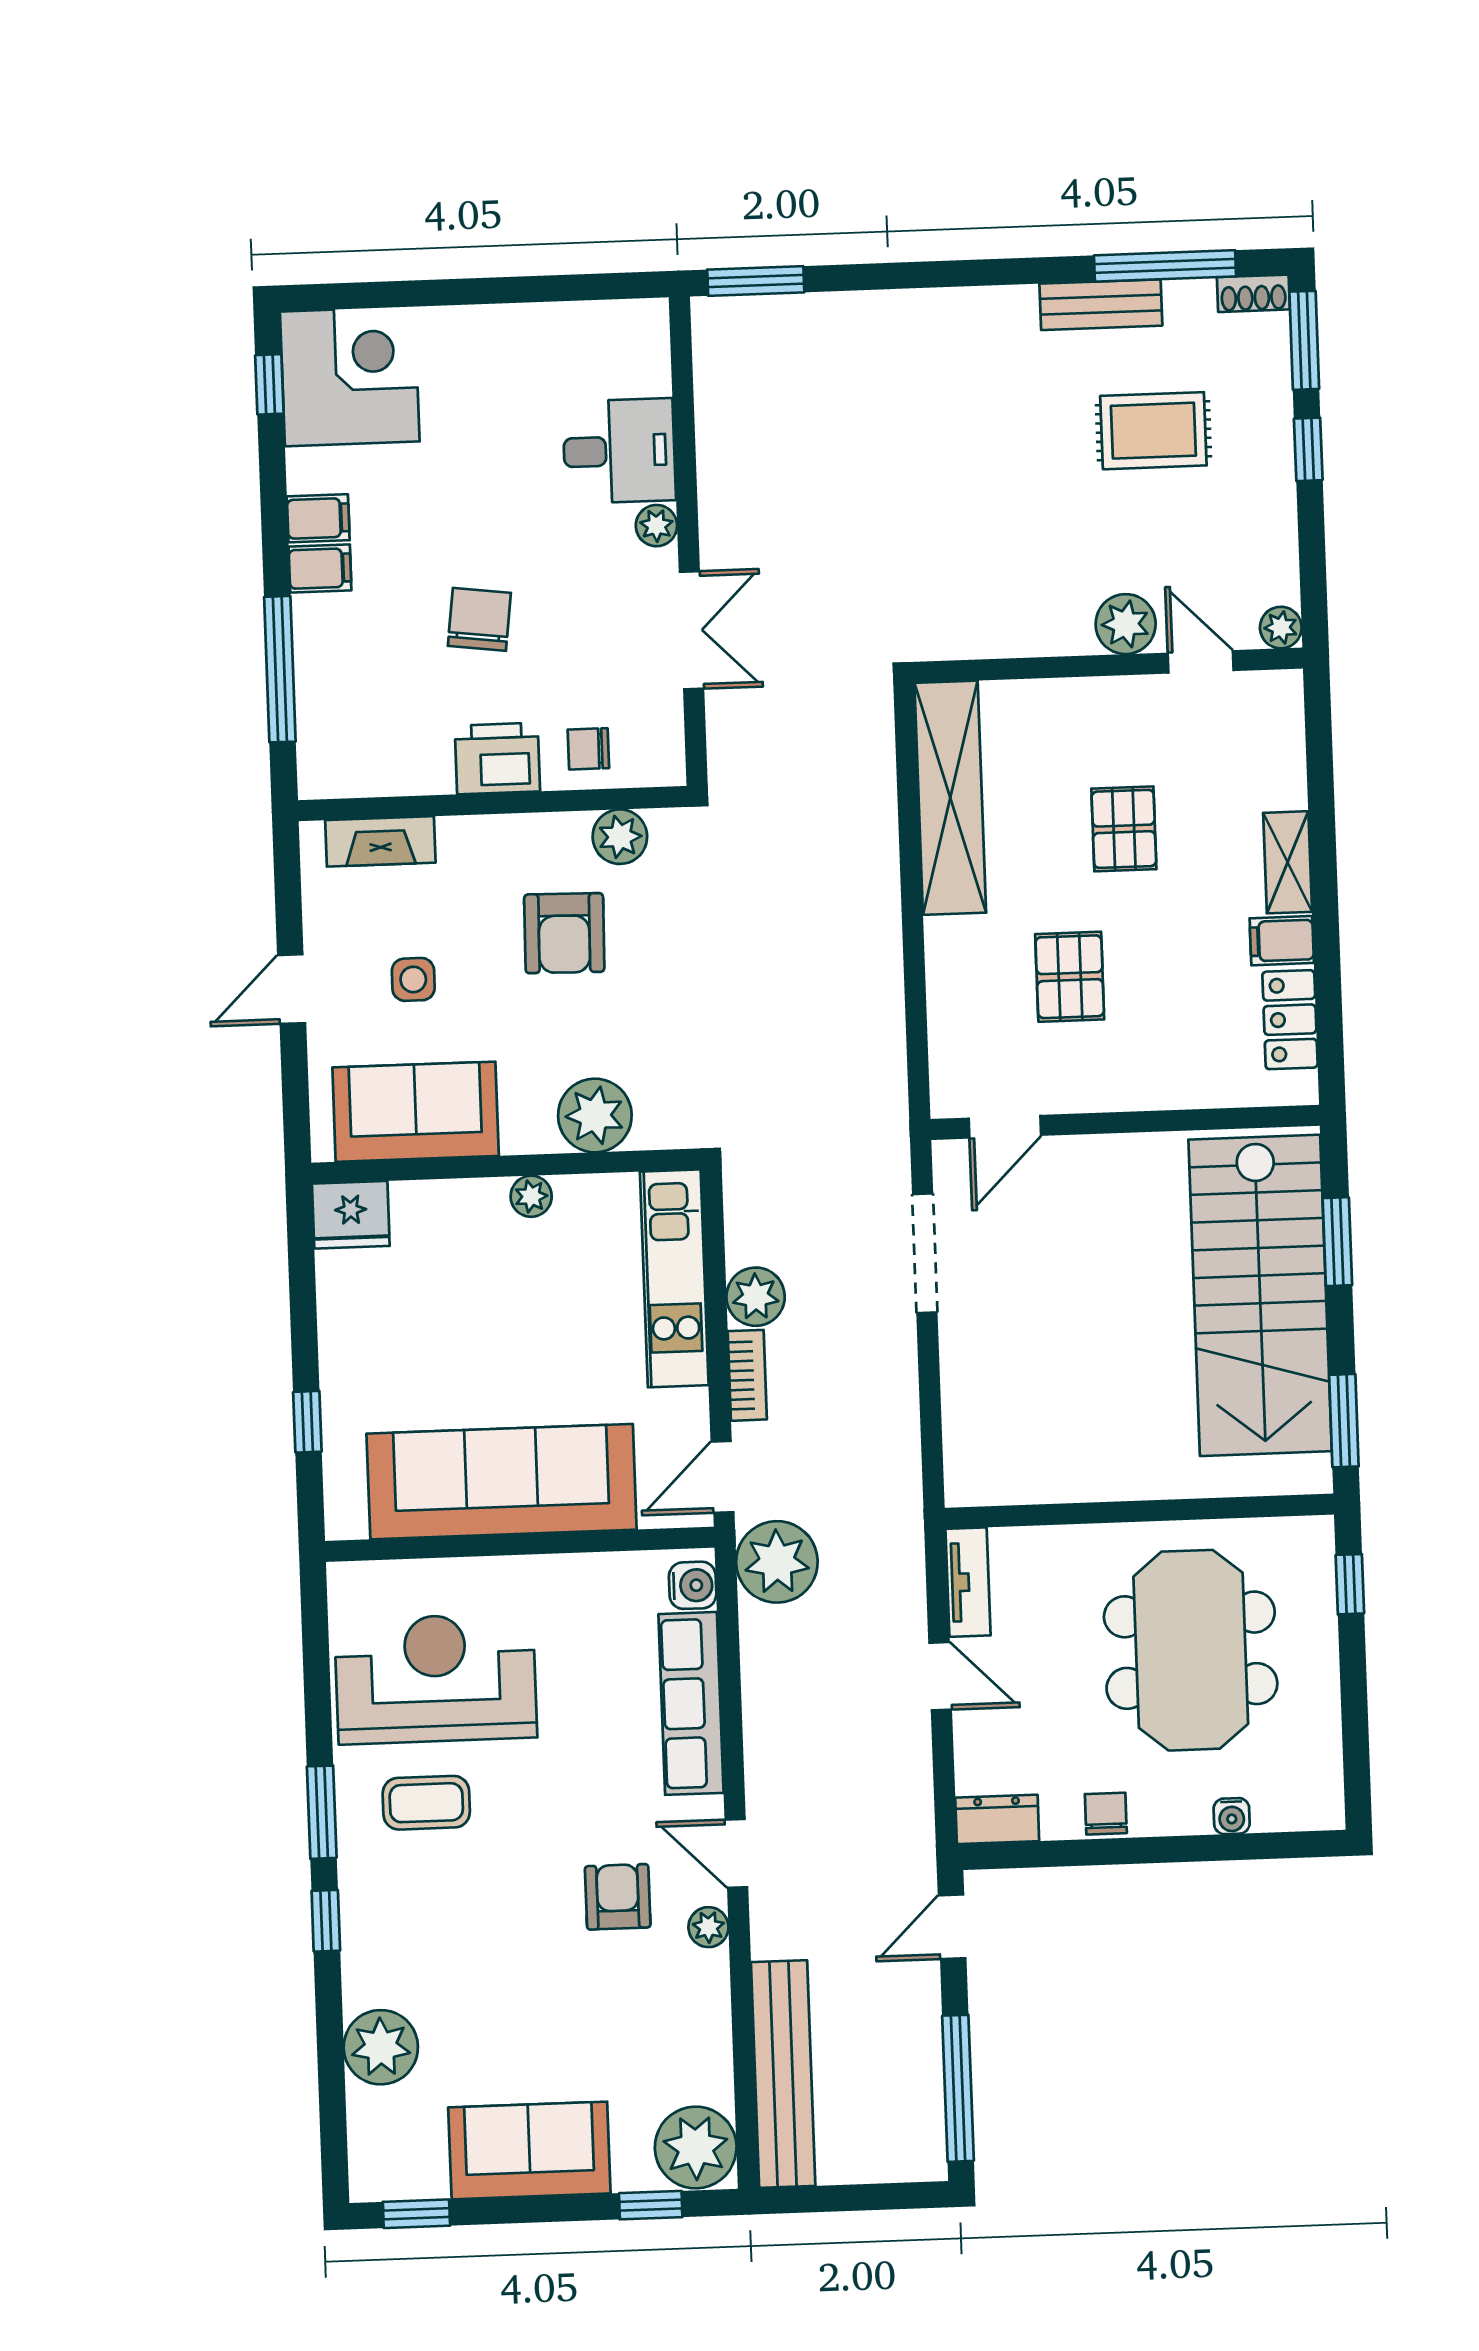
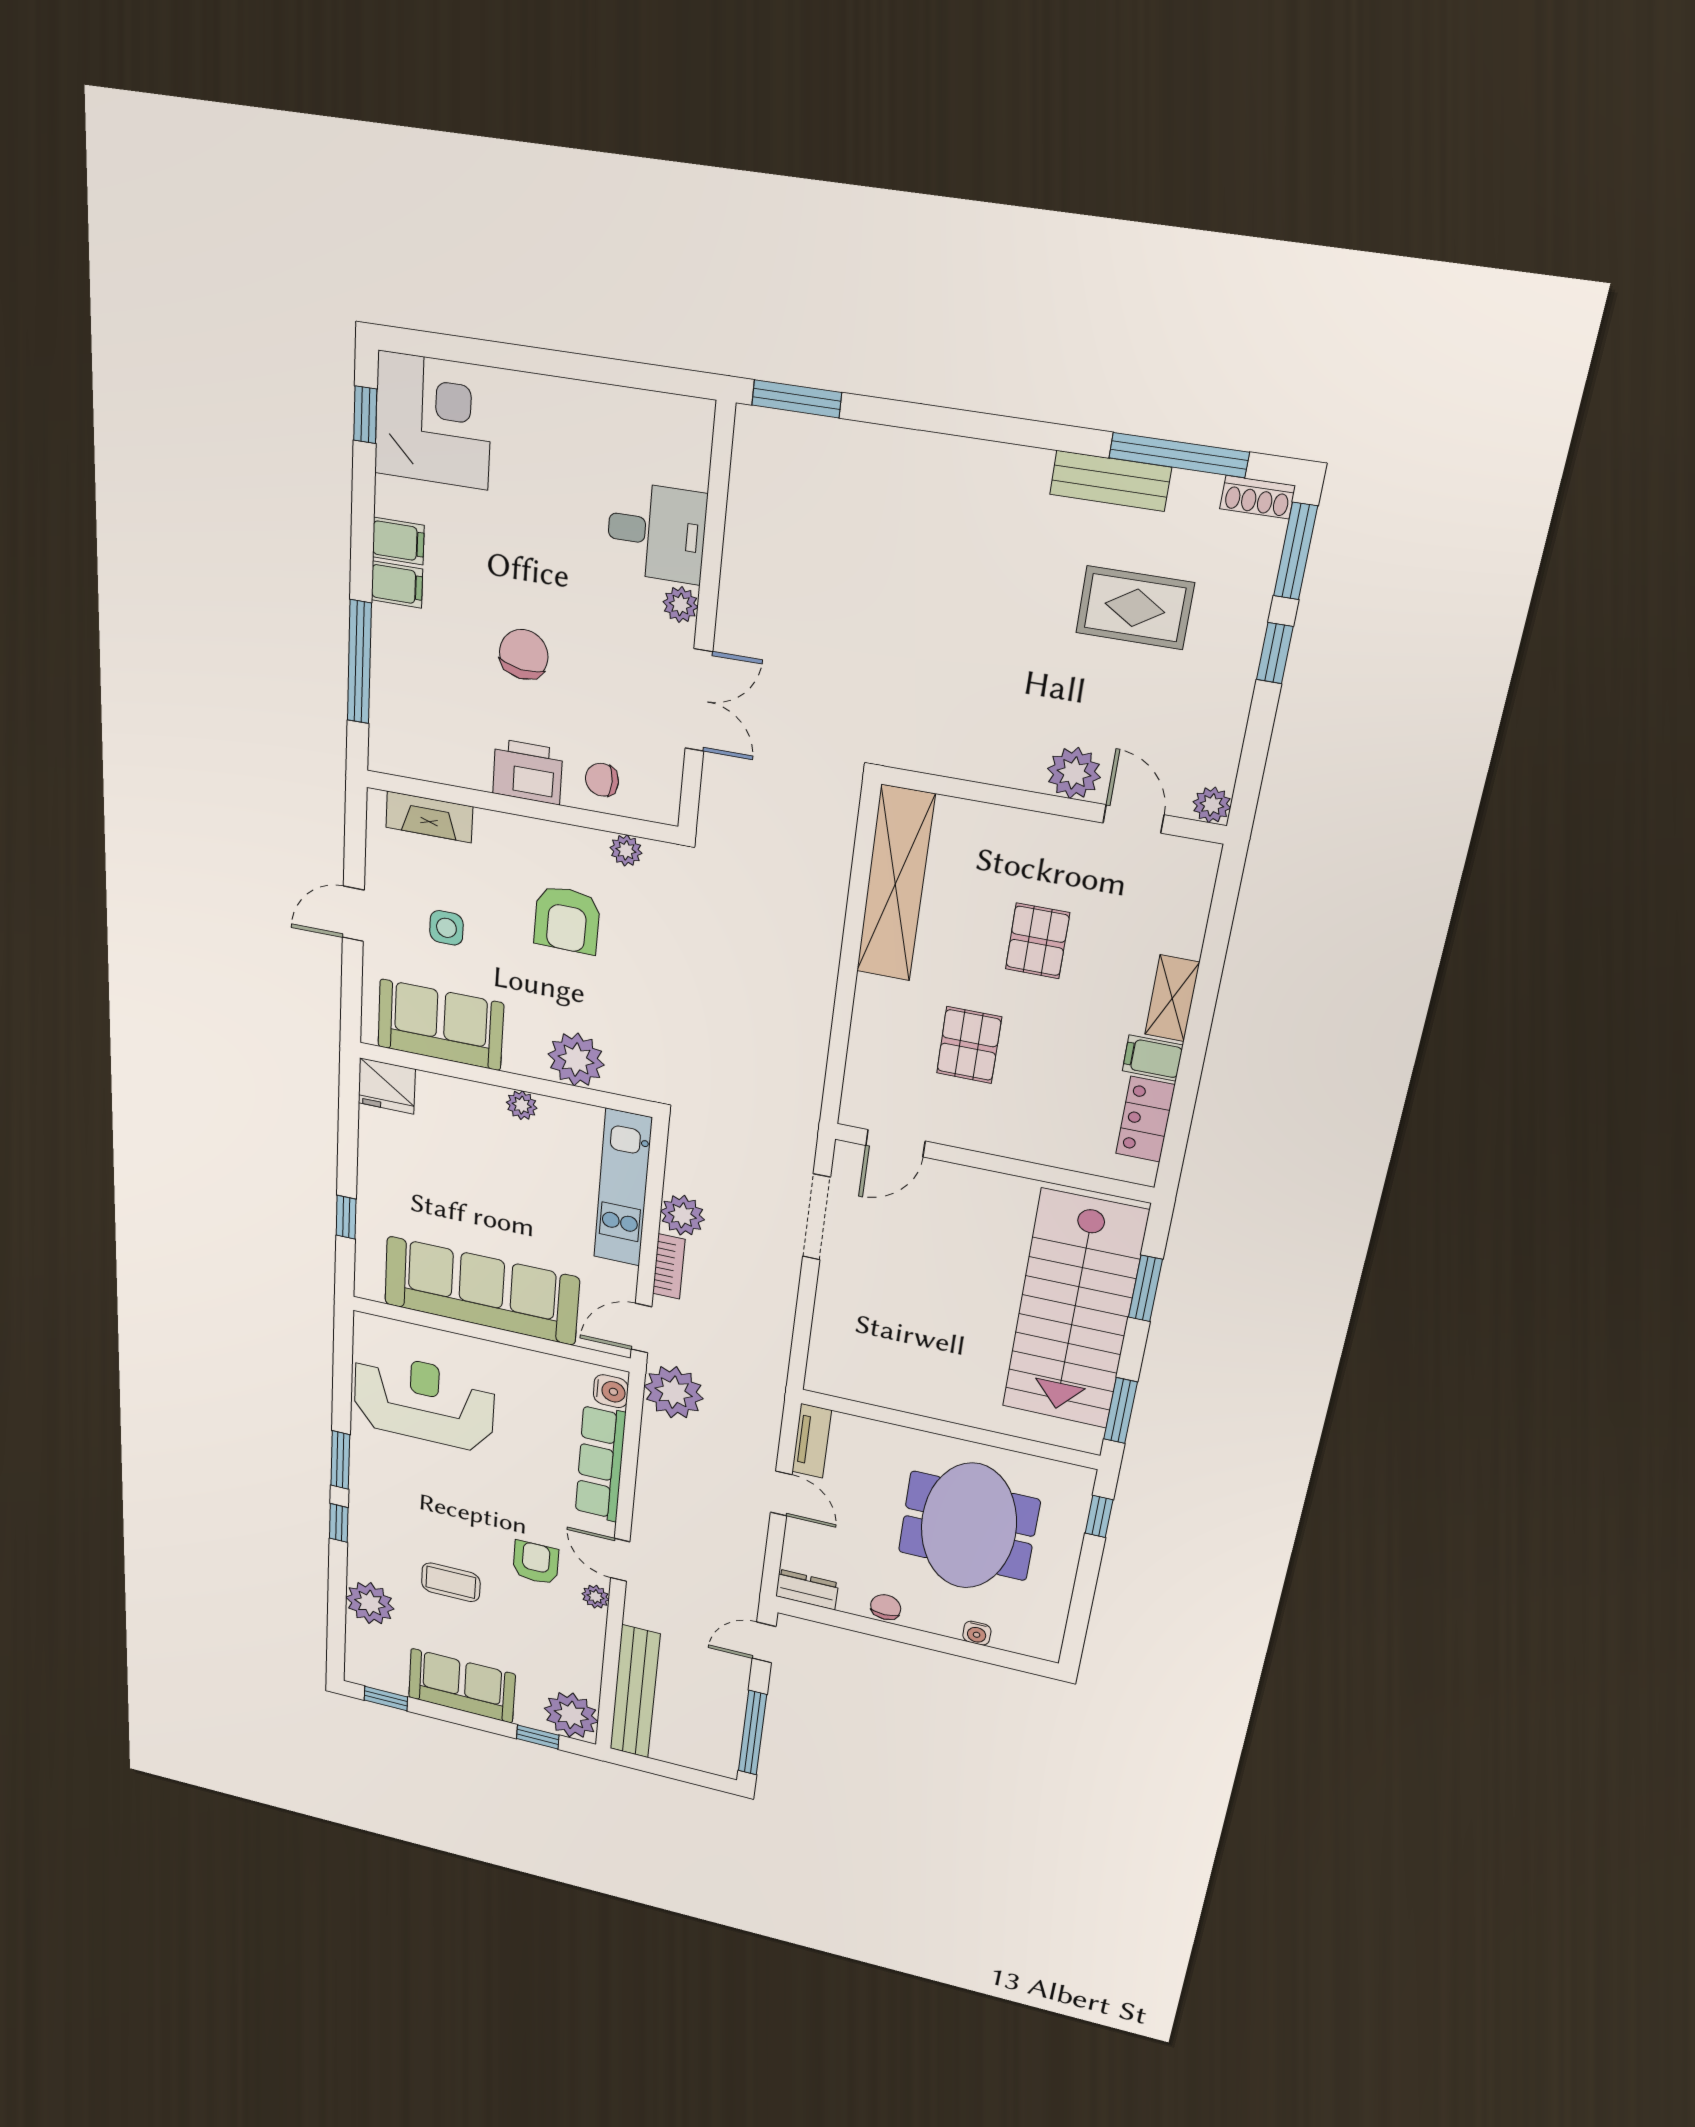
plant: (620, 837) -> (626, 850), width x0.73, depth x0.73
coffee table: (426, 1803) -> (451, 1582), moved

